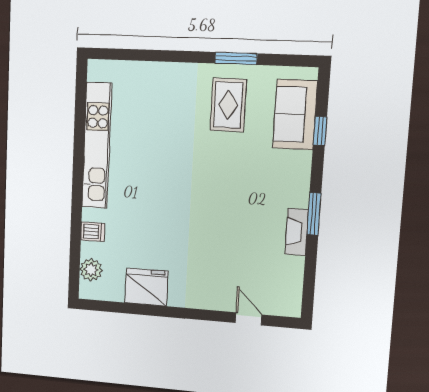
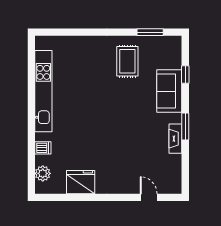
window: (236, 58) -> (150, 32), moved
sofa: (295, 114) -> (169, 91), moved

